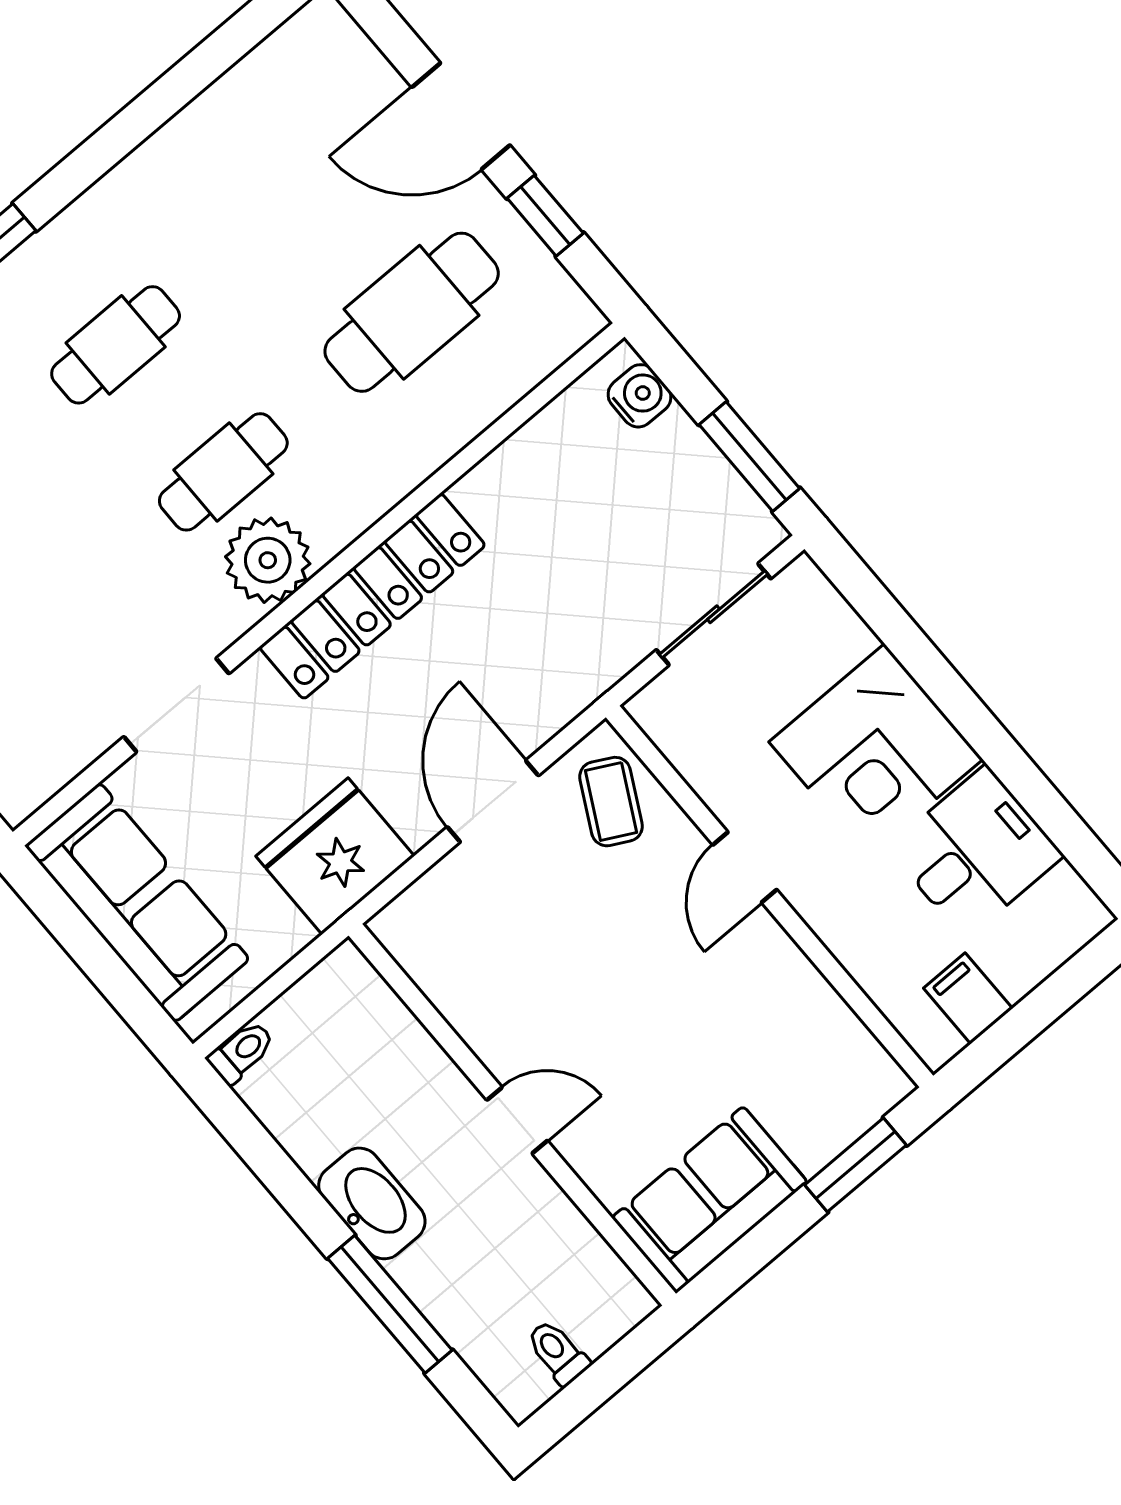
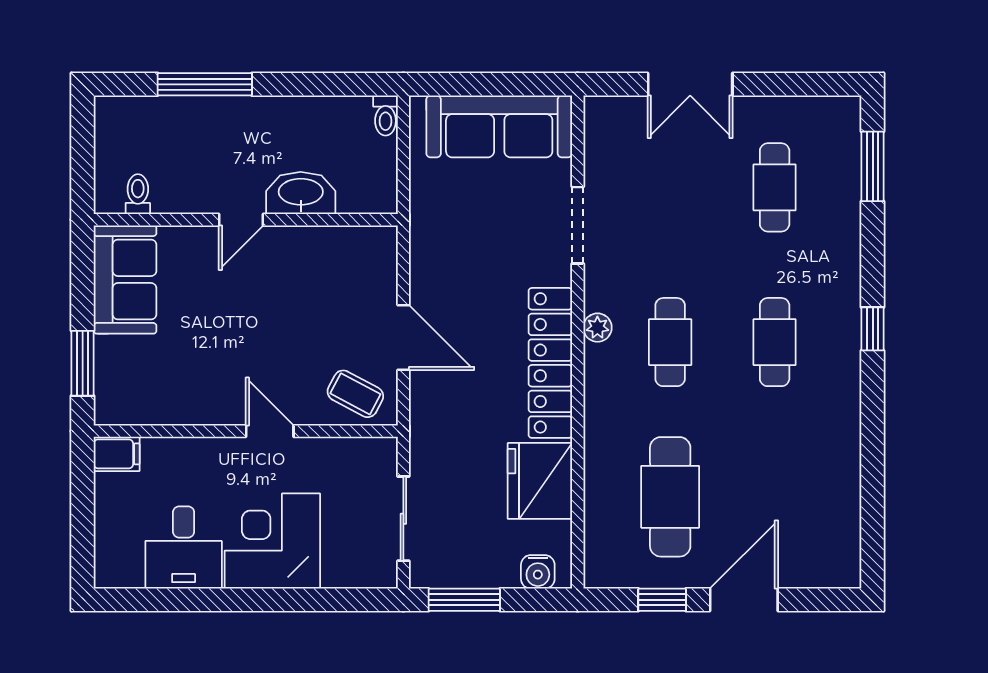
plant: (268, 560) -> (597, 328), width x0.53, depth x0.53
fridge: (335, 856) -> (540, 481), moved, turned 180
filing cabinet: (968, 998) -> (117, 454), moved
washbasin: (372, 1203) -> (301, 193), moved, turned 180
toilet: (558, 1352) -> (138, 194), moved, turned -90

